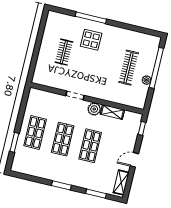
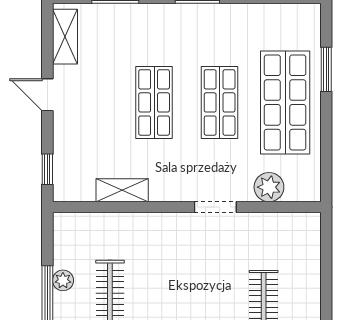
plant: (94, 109) -> (269, 187), moved
shop shelf: (35, 133) -> (285, 102), width x1.43, depth x1.36
door: (134, 160) -> (47, 95), swing flipped

